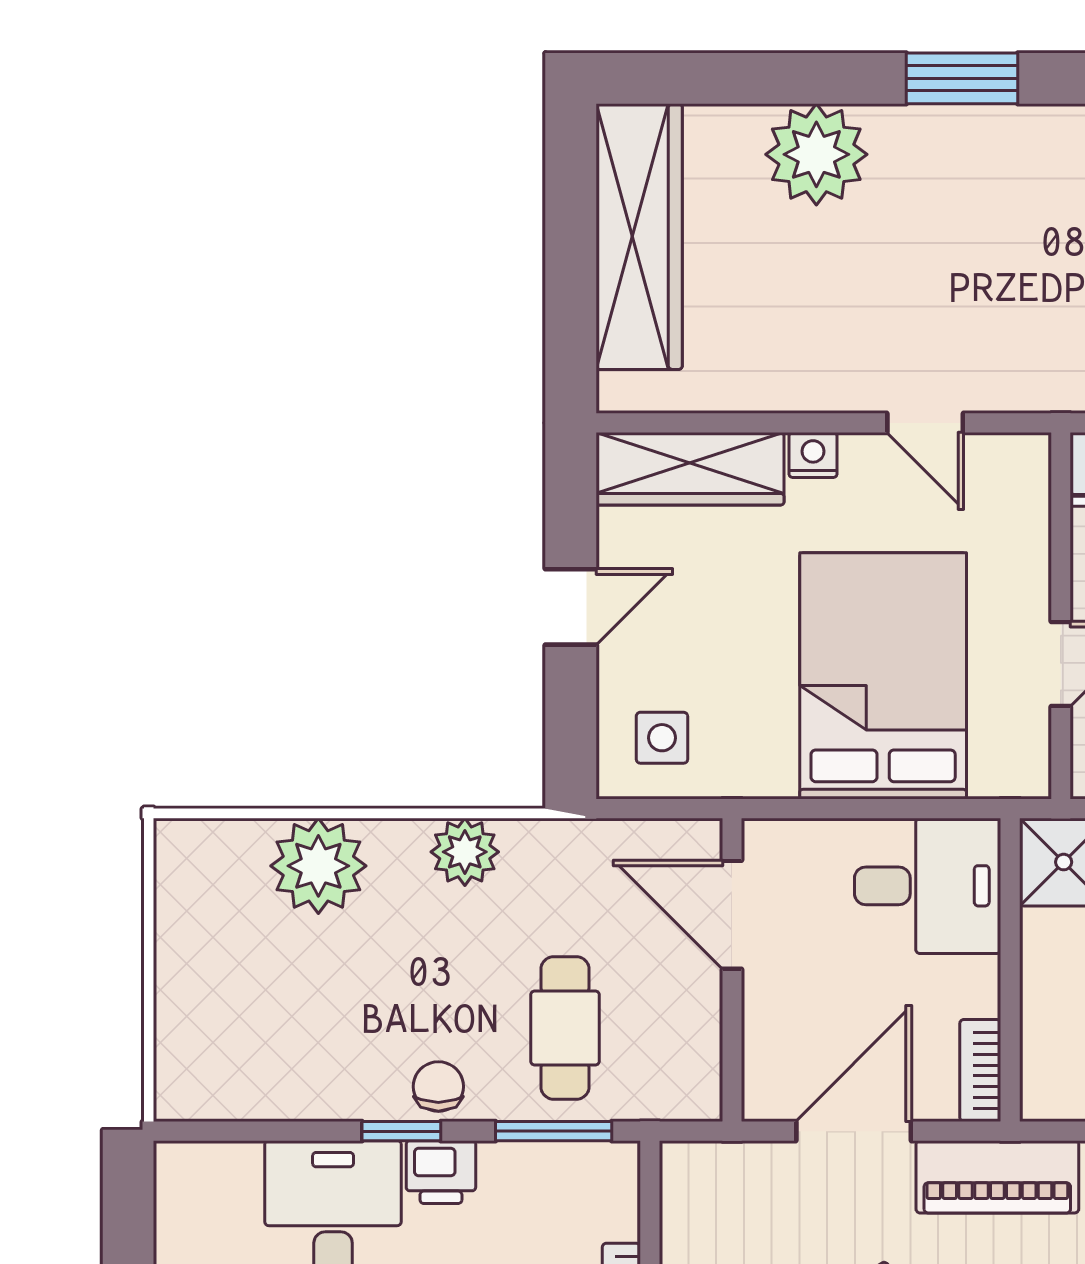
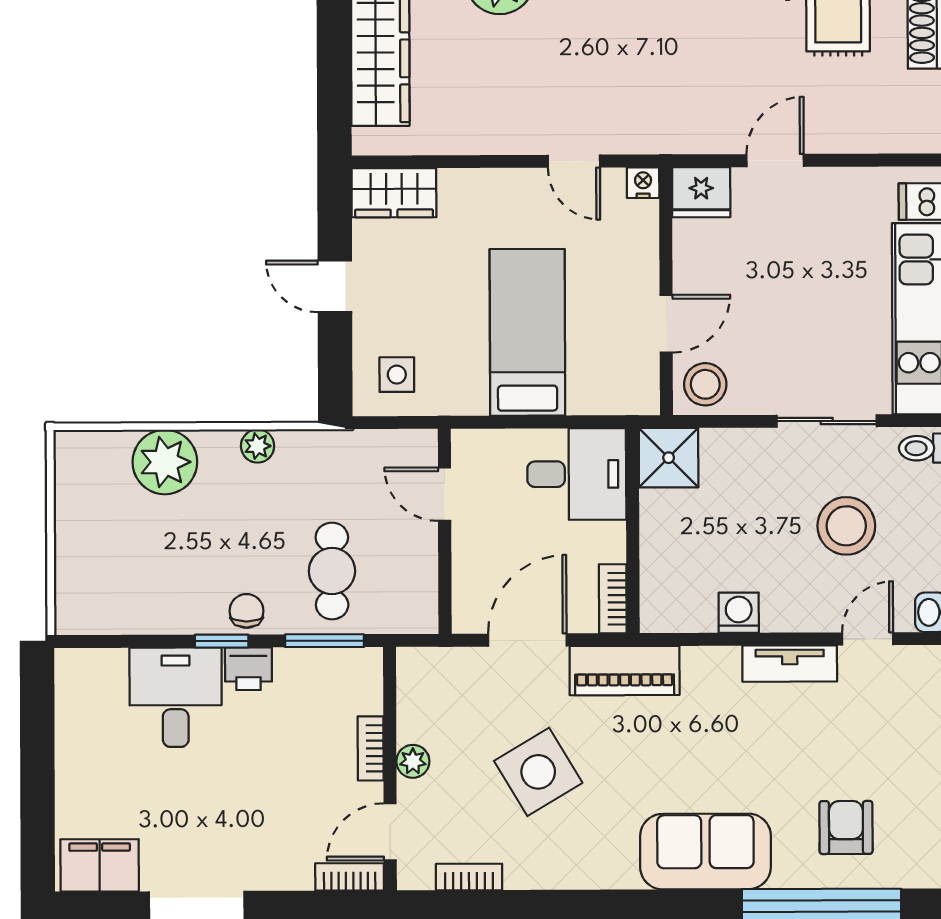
nightstand: (813, 455) -> (643, 183), moved
wardrobe: (690, 469) -> (394, 193), width x0.67
door: (571, 607) -> (335, 286), swing flipped
bed: (883, 676) -> (527, 332), width x0.67
plant: (465, 852) -> (258, 446), width x0.73, depth x0.73
door: (732, 915) -> (445, 494), width x0.73

